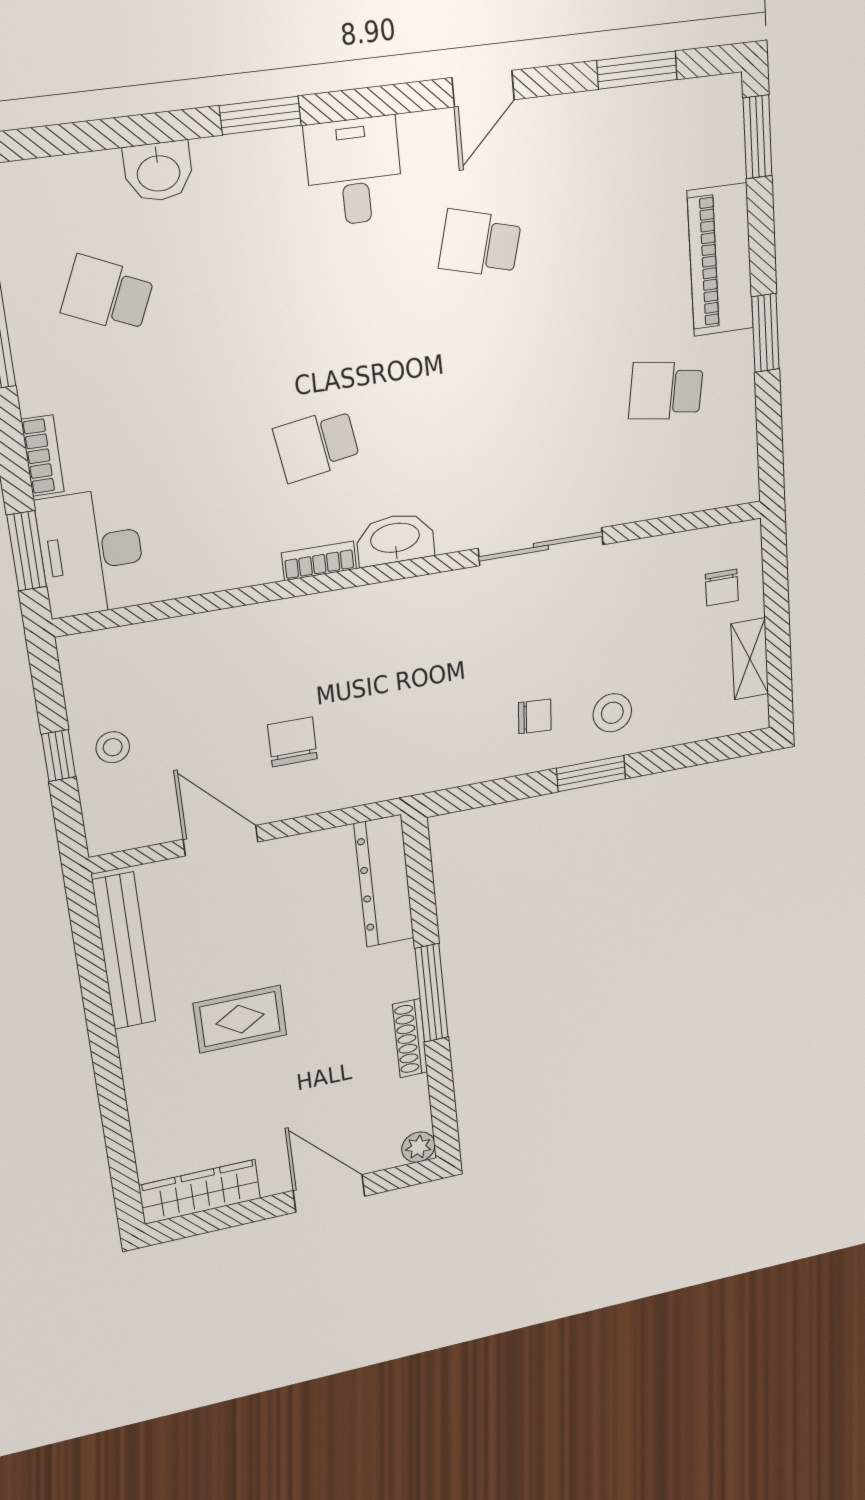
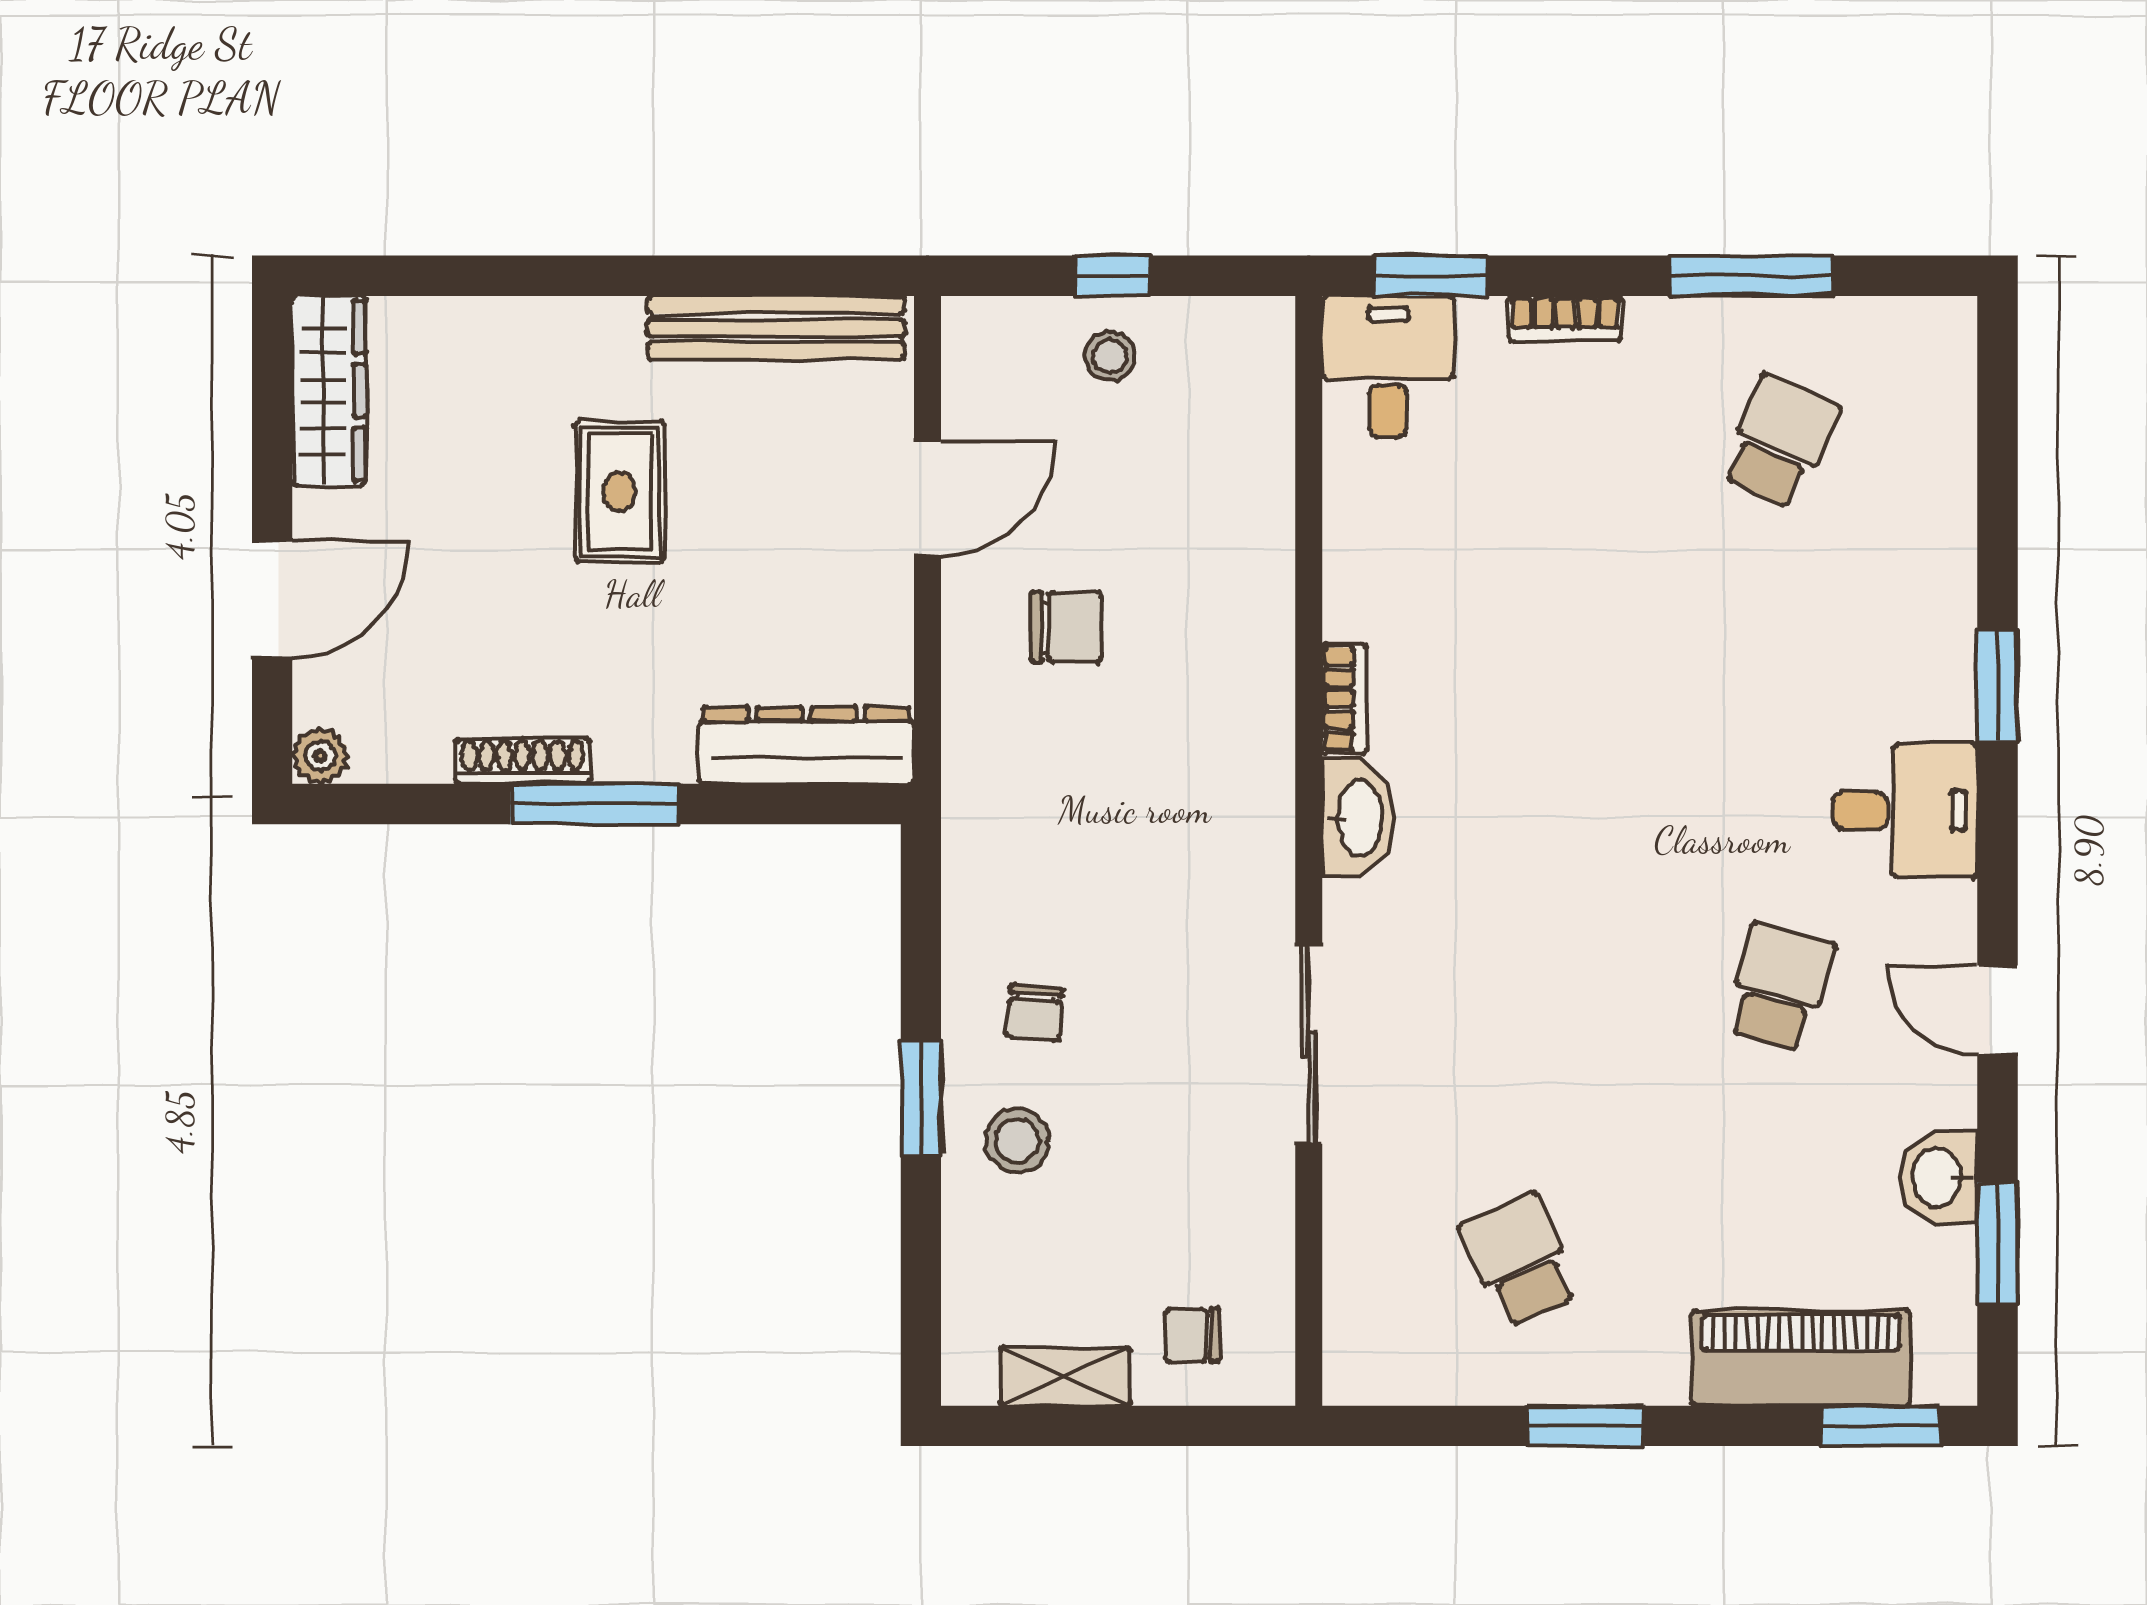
washbasin: (158, 172) -> (1938, 1177), moved
piano: (720, 260) -> (1801, 1358), moved
school desk: (666, 391) -> (1520, 1260), turned -33
school desk: (317, 445) -> (1520, 714), removed
desk: (91, 553) -> (1388, 367), width x0.73

